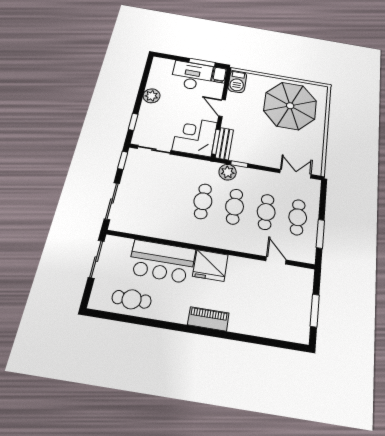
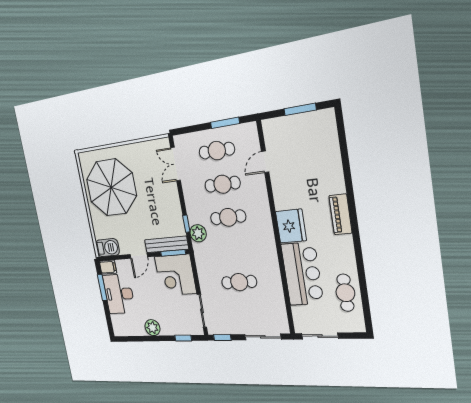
bench: (224, 144) -> (166, 244), width x1.36
cafe table: (203, 201) -> (239, 282), moved

